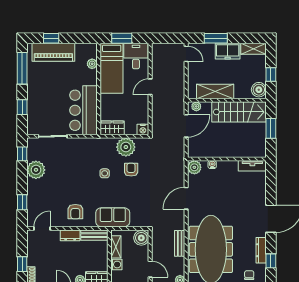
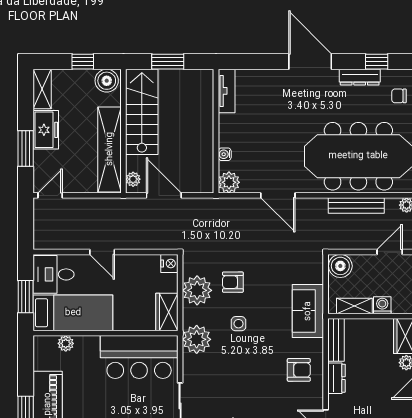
shelving: (215, 91) -> (110, 149), width x1.47
plant: (95, 147) -> (197, 339), added
bench: (180, 243) -> (356, 205), width x1.36

